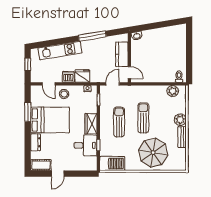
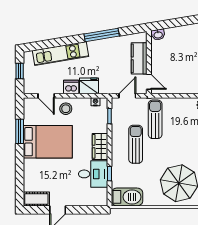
sun lounger: (143, 118) -> (155, 119), moved
dresser: (36, 142) -> (30, 170), removed

